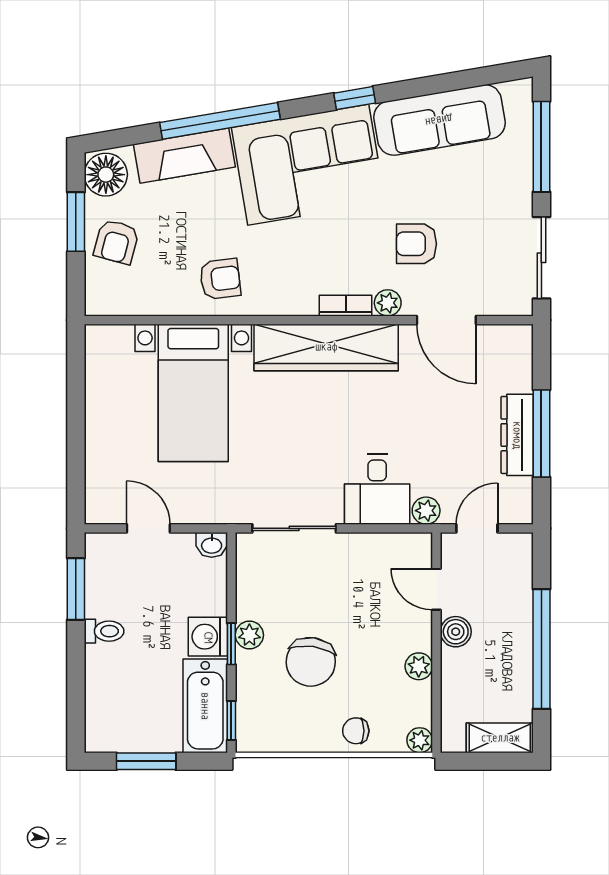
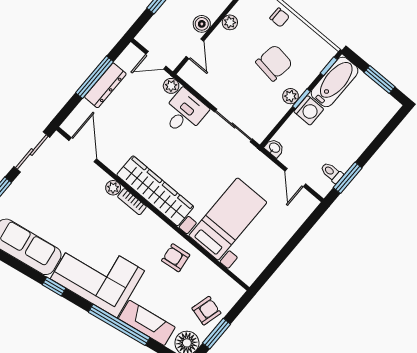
armchair: (416, 244) -> (80, 203), removed
door: (446, 320) -> (83, 150), moved
toilet: (104, 631) -> (332, 173), moved

